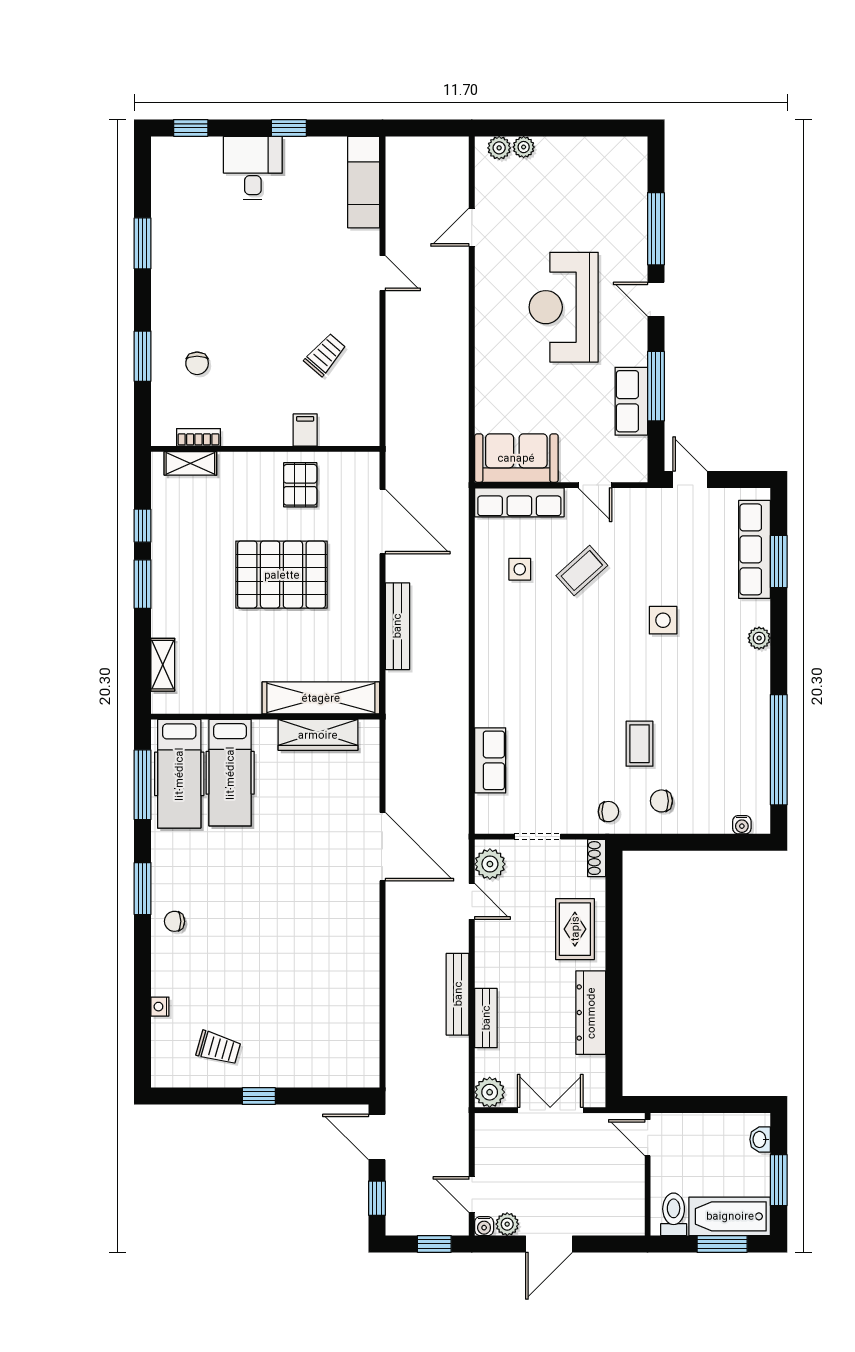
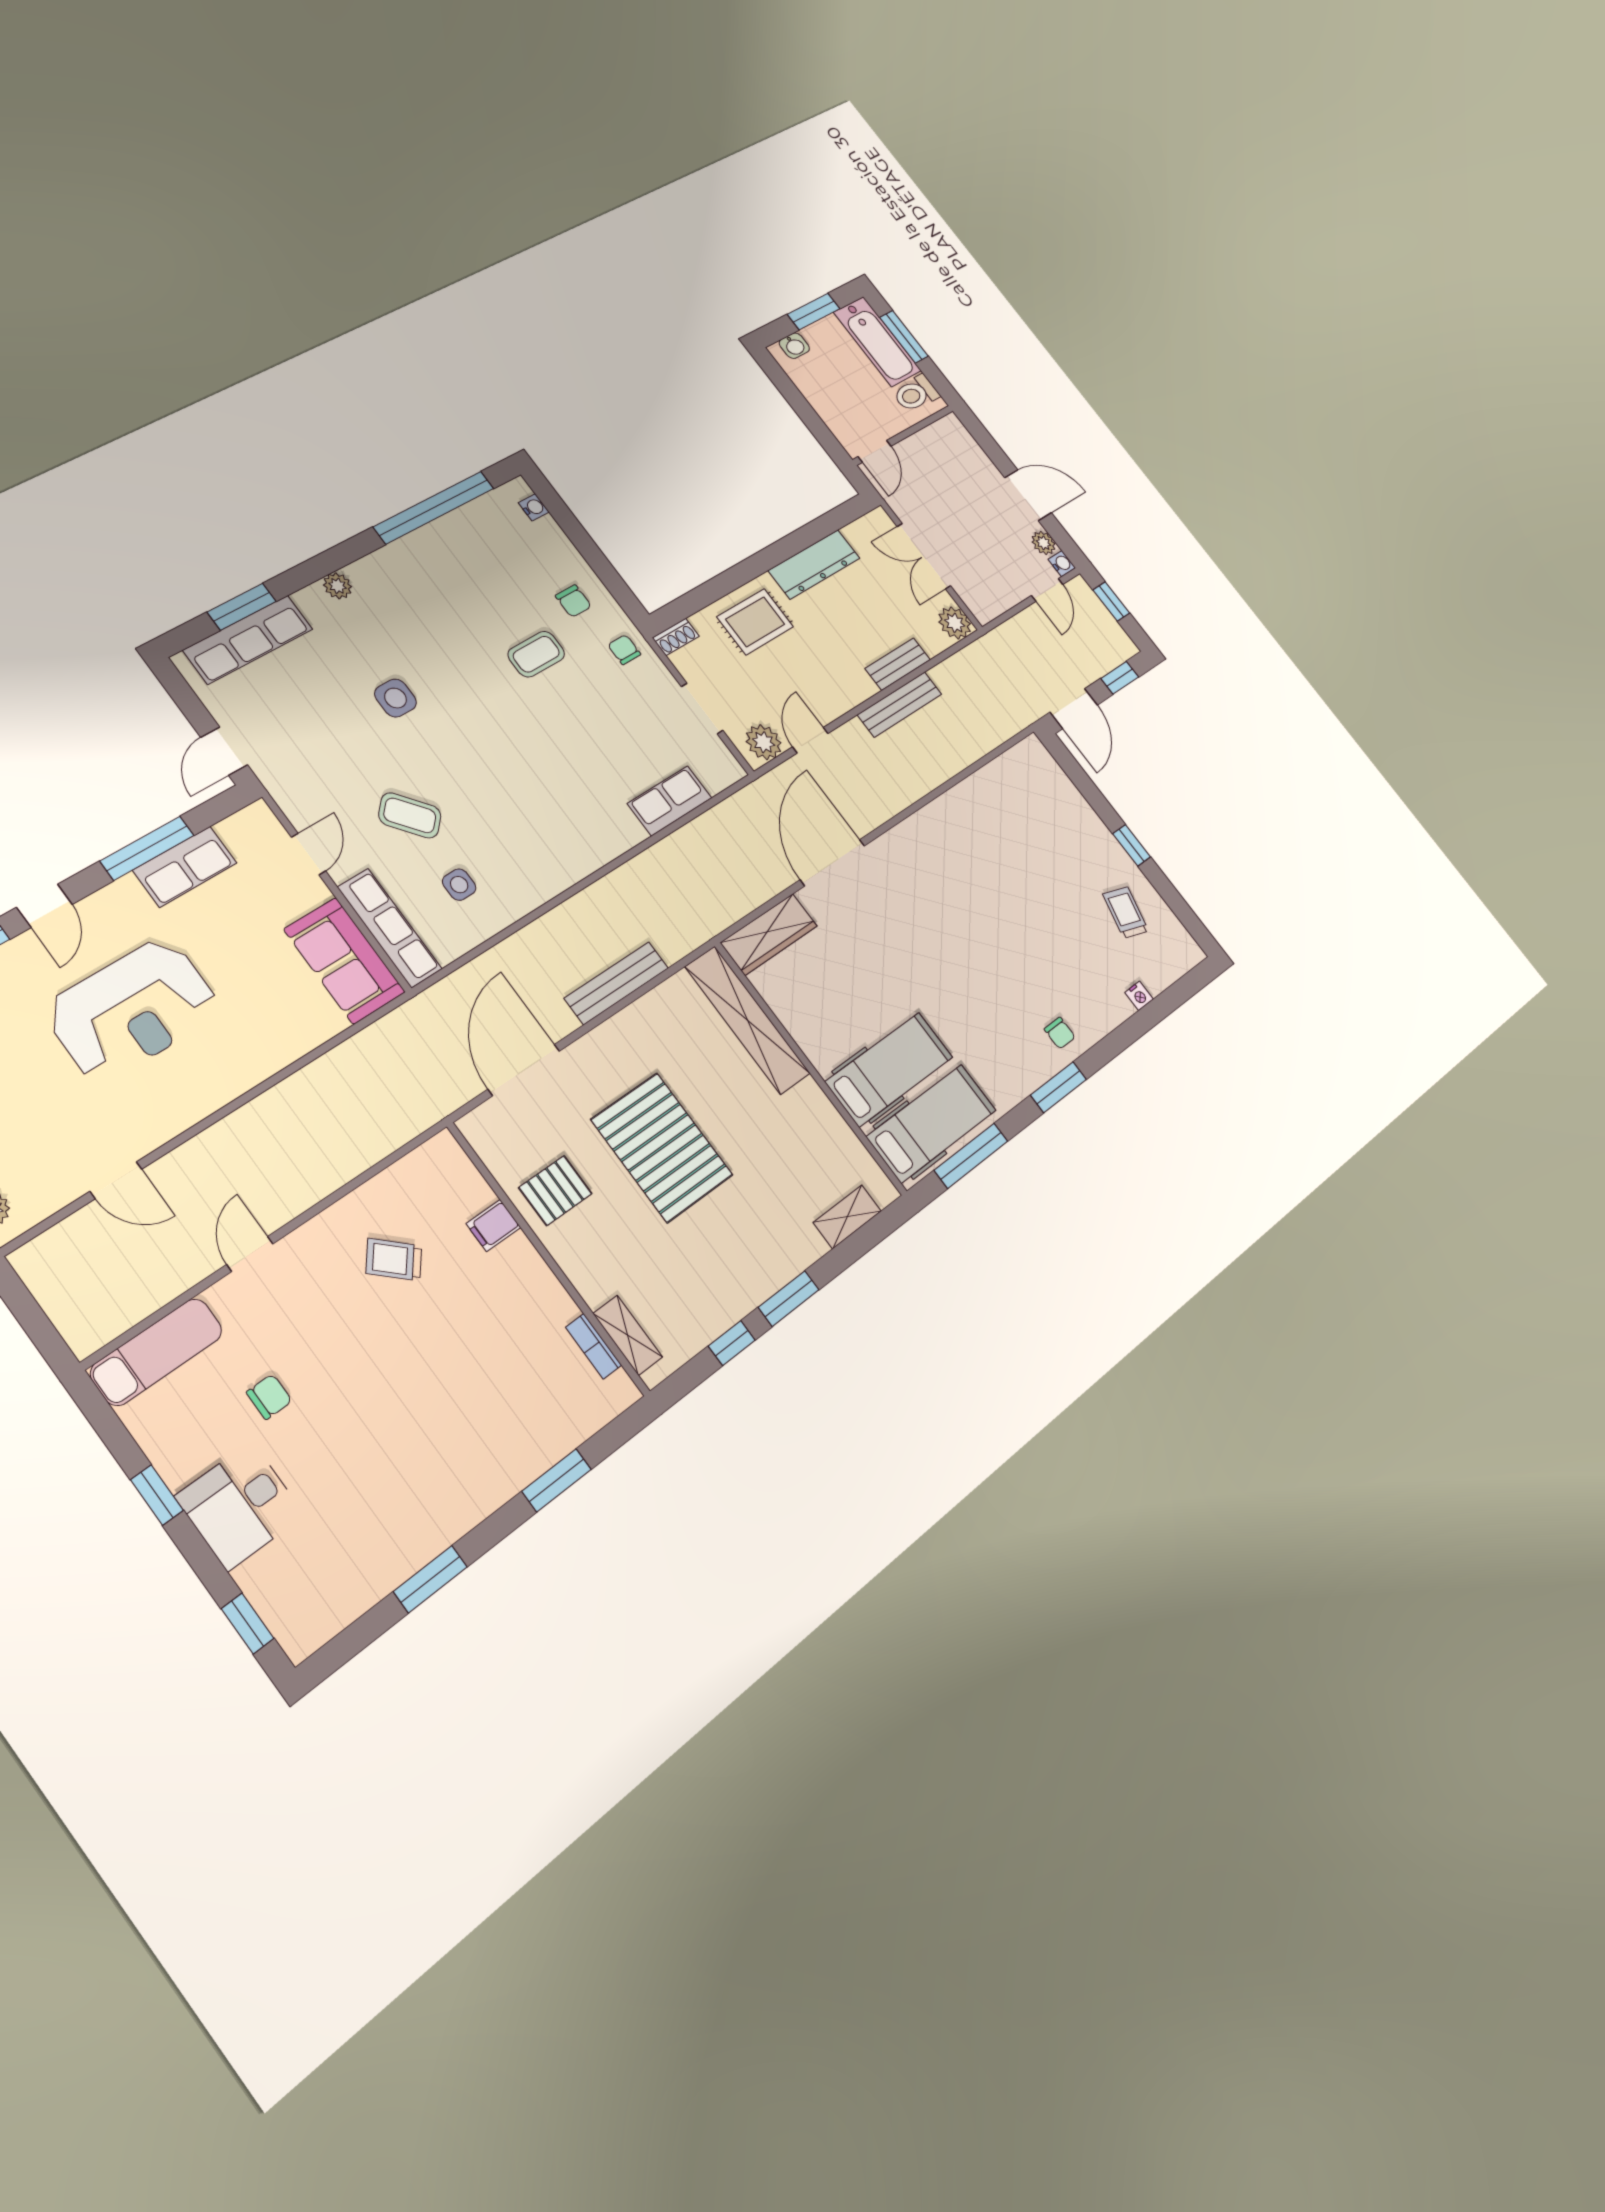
chair: (197, 363) -> (269, 1397), moved
wardrobe: (318, 735) -> (769, 934), moved, turned 90

